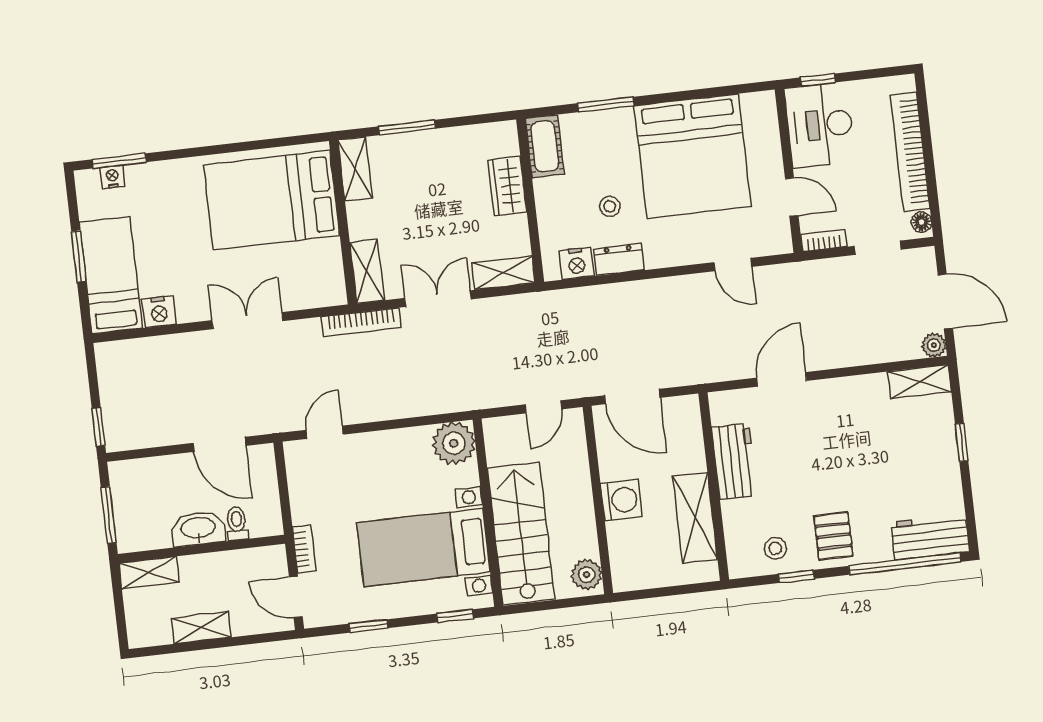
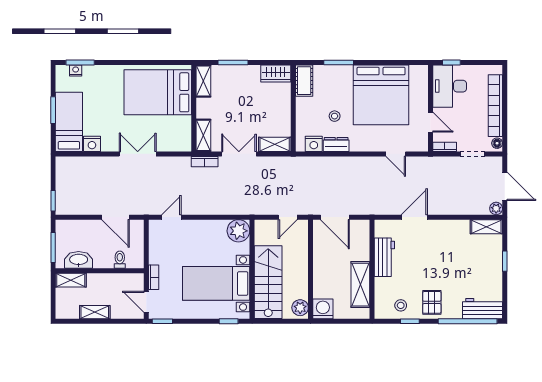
wardrobe: (507, 186) -> (276, 73), moved, turned -90
bookcase: (361, 322) -> (205, 162), width x0.64
washing machine: (621, 500) -> (323, 309), moved, turned -90
washbasin: (198, 529) -> (79, 260), moved
window: (368, 626) -> (162, 321), moved

